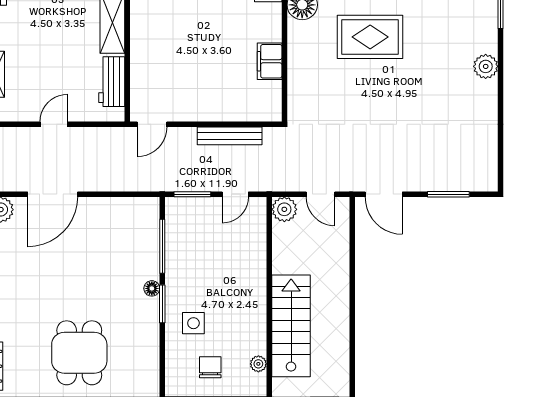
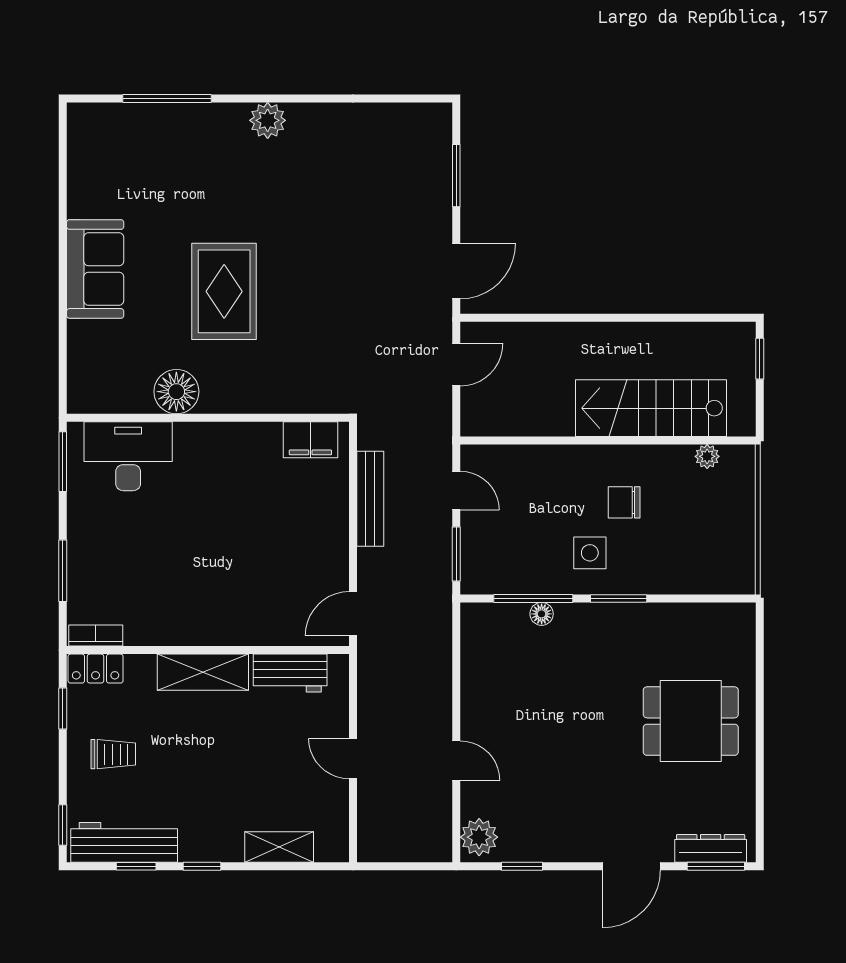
filing cabinet: (270, 61) -> (310, 440), moved
door: (152, 124) -> (353, 614), swing flipped
door: (53, 194) -> (456, 761), width x0.53
plant: (284, 209) -> (479, 418), removed
floor lamp: (152, 288) -> (542, 614), moved
side table: (193, 323) -> (590, 553), moved
chair: (210, 367) -> (624, 502), moved

